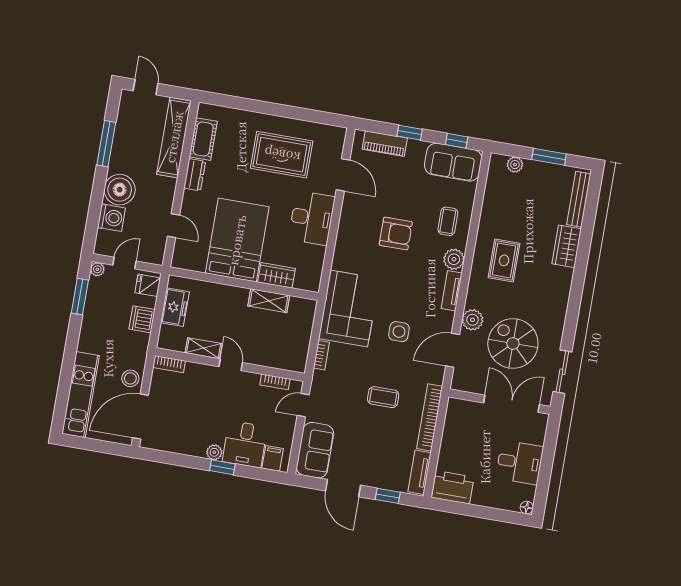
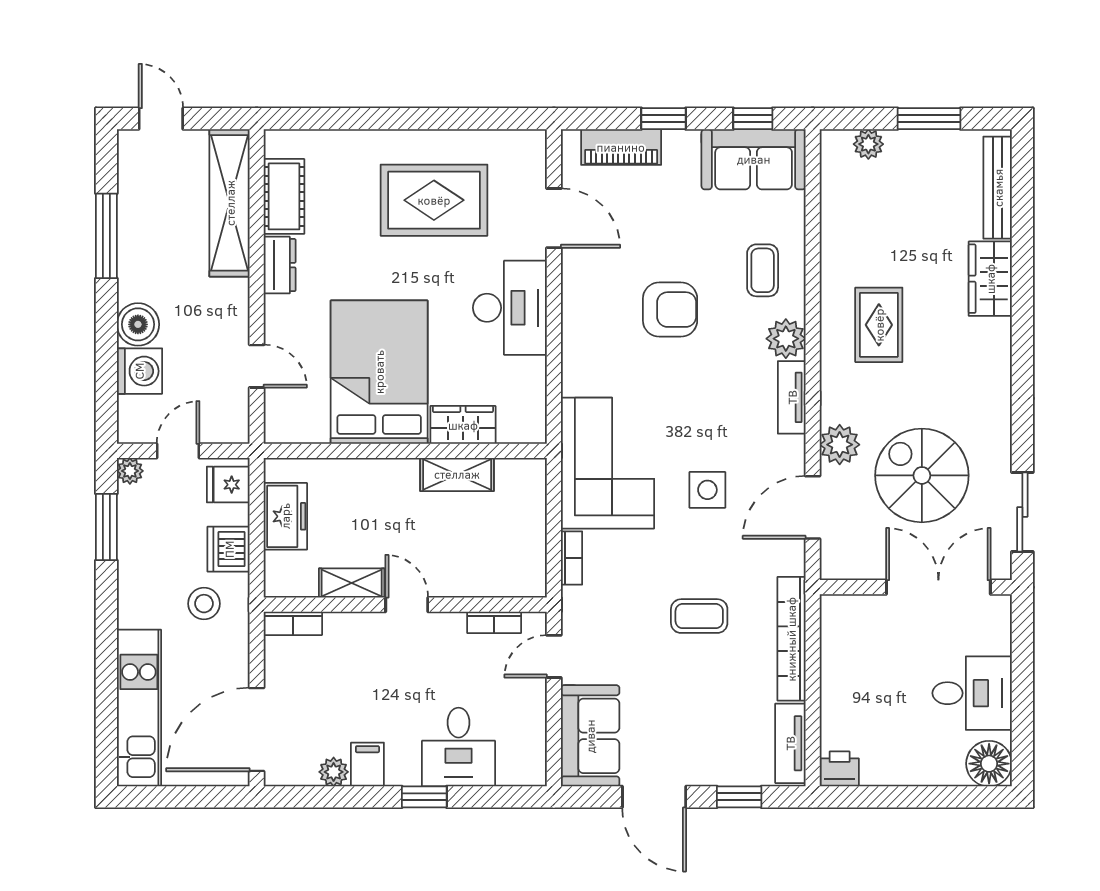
boiler: (120, 190) -> (138, 324), width x0.73, depth x0.73
stool: (130, 378) -> (204, 604), moved
plant: (214, 452) -> (334, 772), moved
filing cabinet: (273, 458) -> (367, 765), moved
printer: (453, 487) -> (840, 769), width x0.53, depth x0.68
floor lamp: (527, 508) -> (989, 764), width x1.89, depth x1.89

